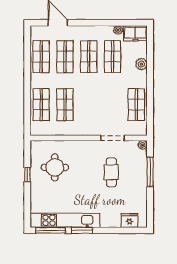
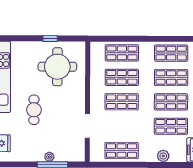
shop shelf: (89, 105) -> (122, 102), added
plant: (143, 145) -> (49, 157), moved
round table: (55, 167) -> (57, 67), width x1.36, depth x1.36
cafe table: (111, 172) -> (34, 110), moved, turned 90

